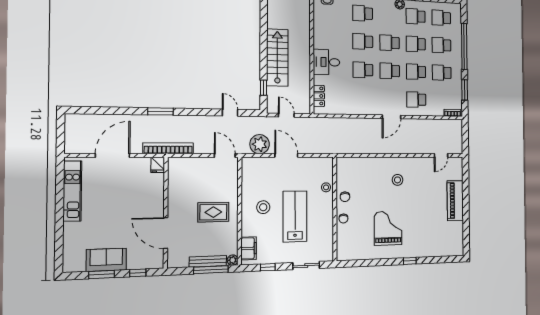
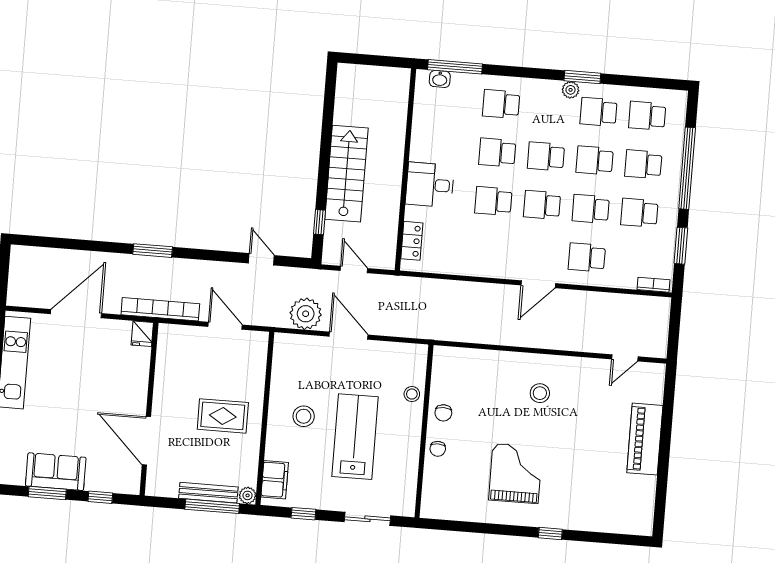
door: (225, 155) -> (225, 326), moved

